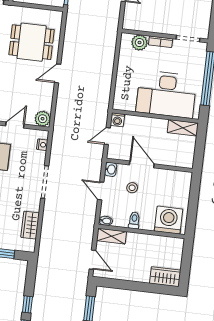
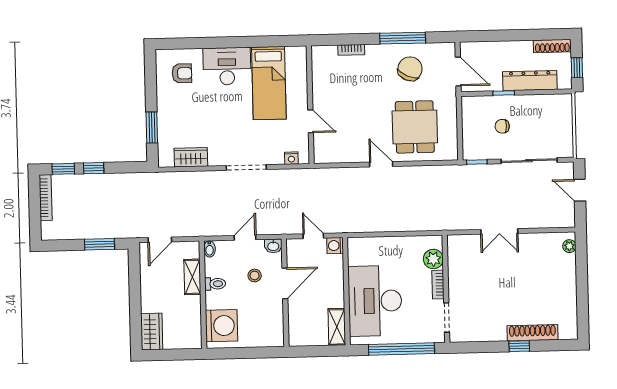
plant: (43, 119) -> (323, 154), removed
shelving: (111, 236) -> (192, 277), moved

